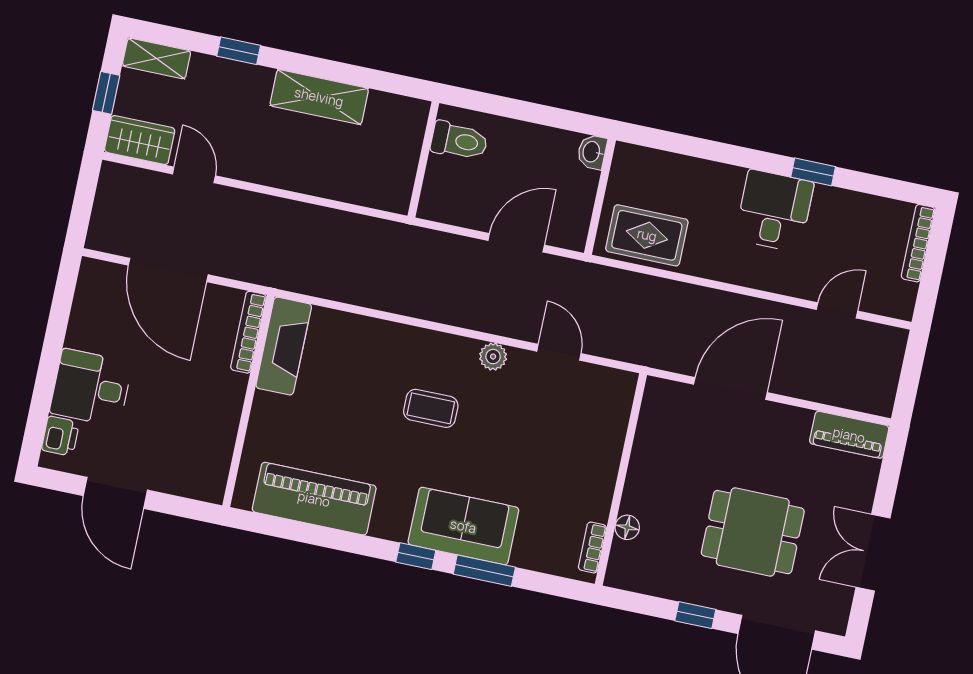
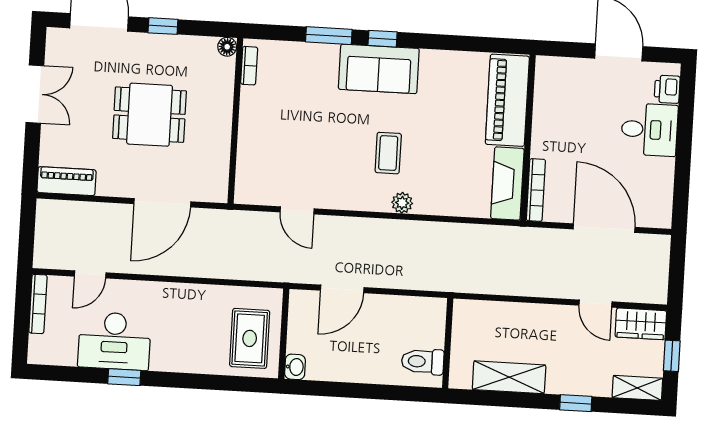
toilet: (459, 141) -> (423, 362), moved
wall: (423, 159) -> (448, 343), moved
desk: (774, 211) -> (114, 341), moved, width x1.37
rug: (647, 235) -> (250, 338), moved, turned 90
bookcase: (918, 243) -> (38, 304), moved
plant: (493, 357) -> (402, 203), moved
coffee table: (431, 408) -> (388, 153), turned 90
piano: (314, 499) -> (507, 100), moved, turned 90
sofa: (463, 526) -> (379, 69), moved
floor lamp: (627, 527) -> (227, 47), moved
dining table: (753, 532) -> (150, 115), moved

